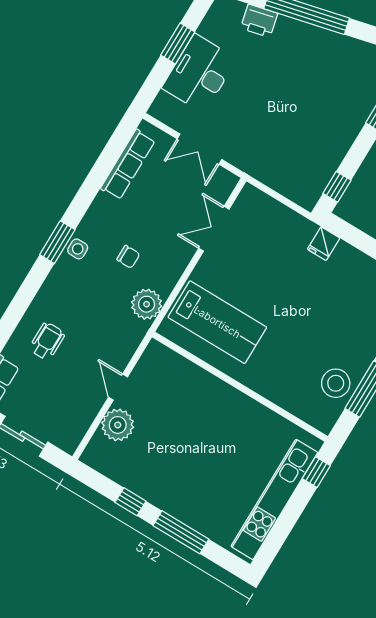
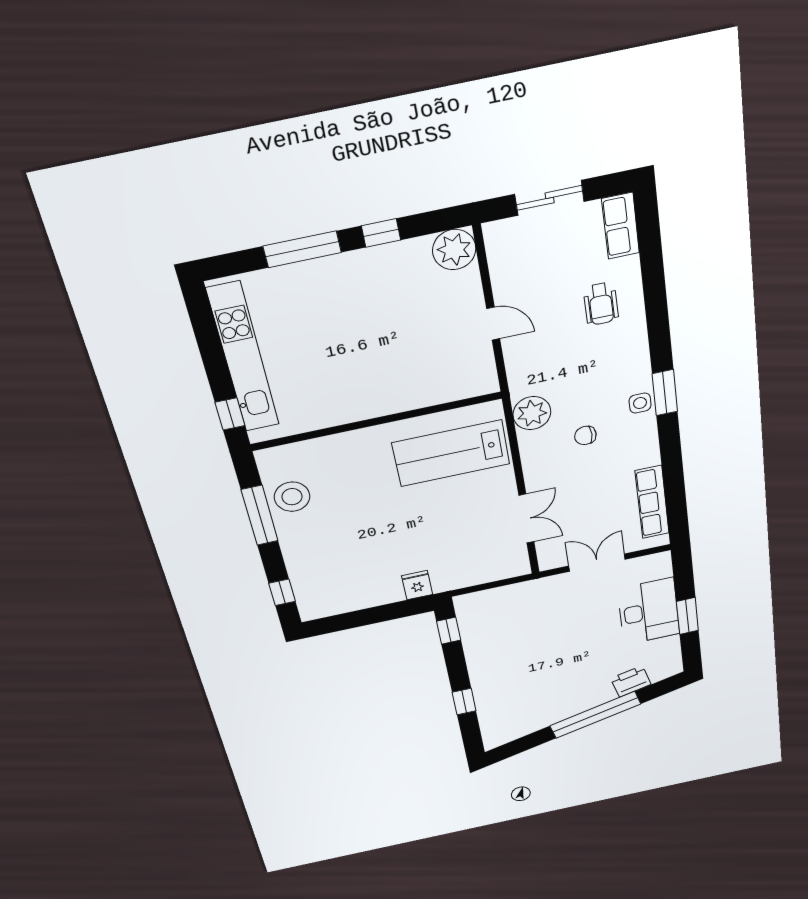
plant: (118, 425) -> (454, 250), moved

